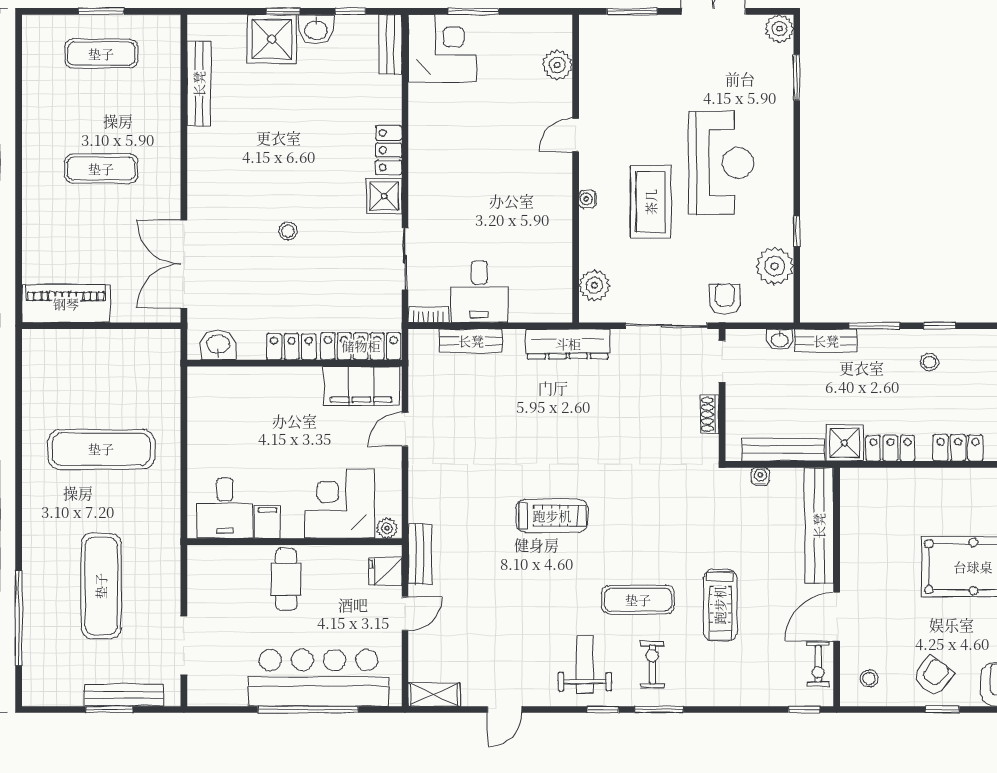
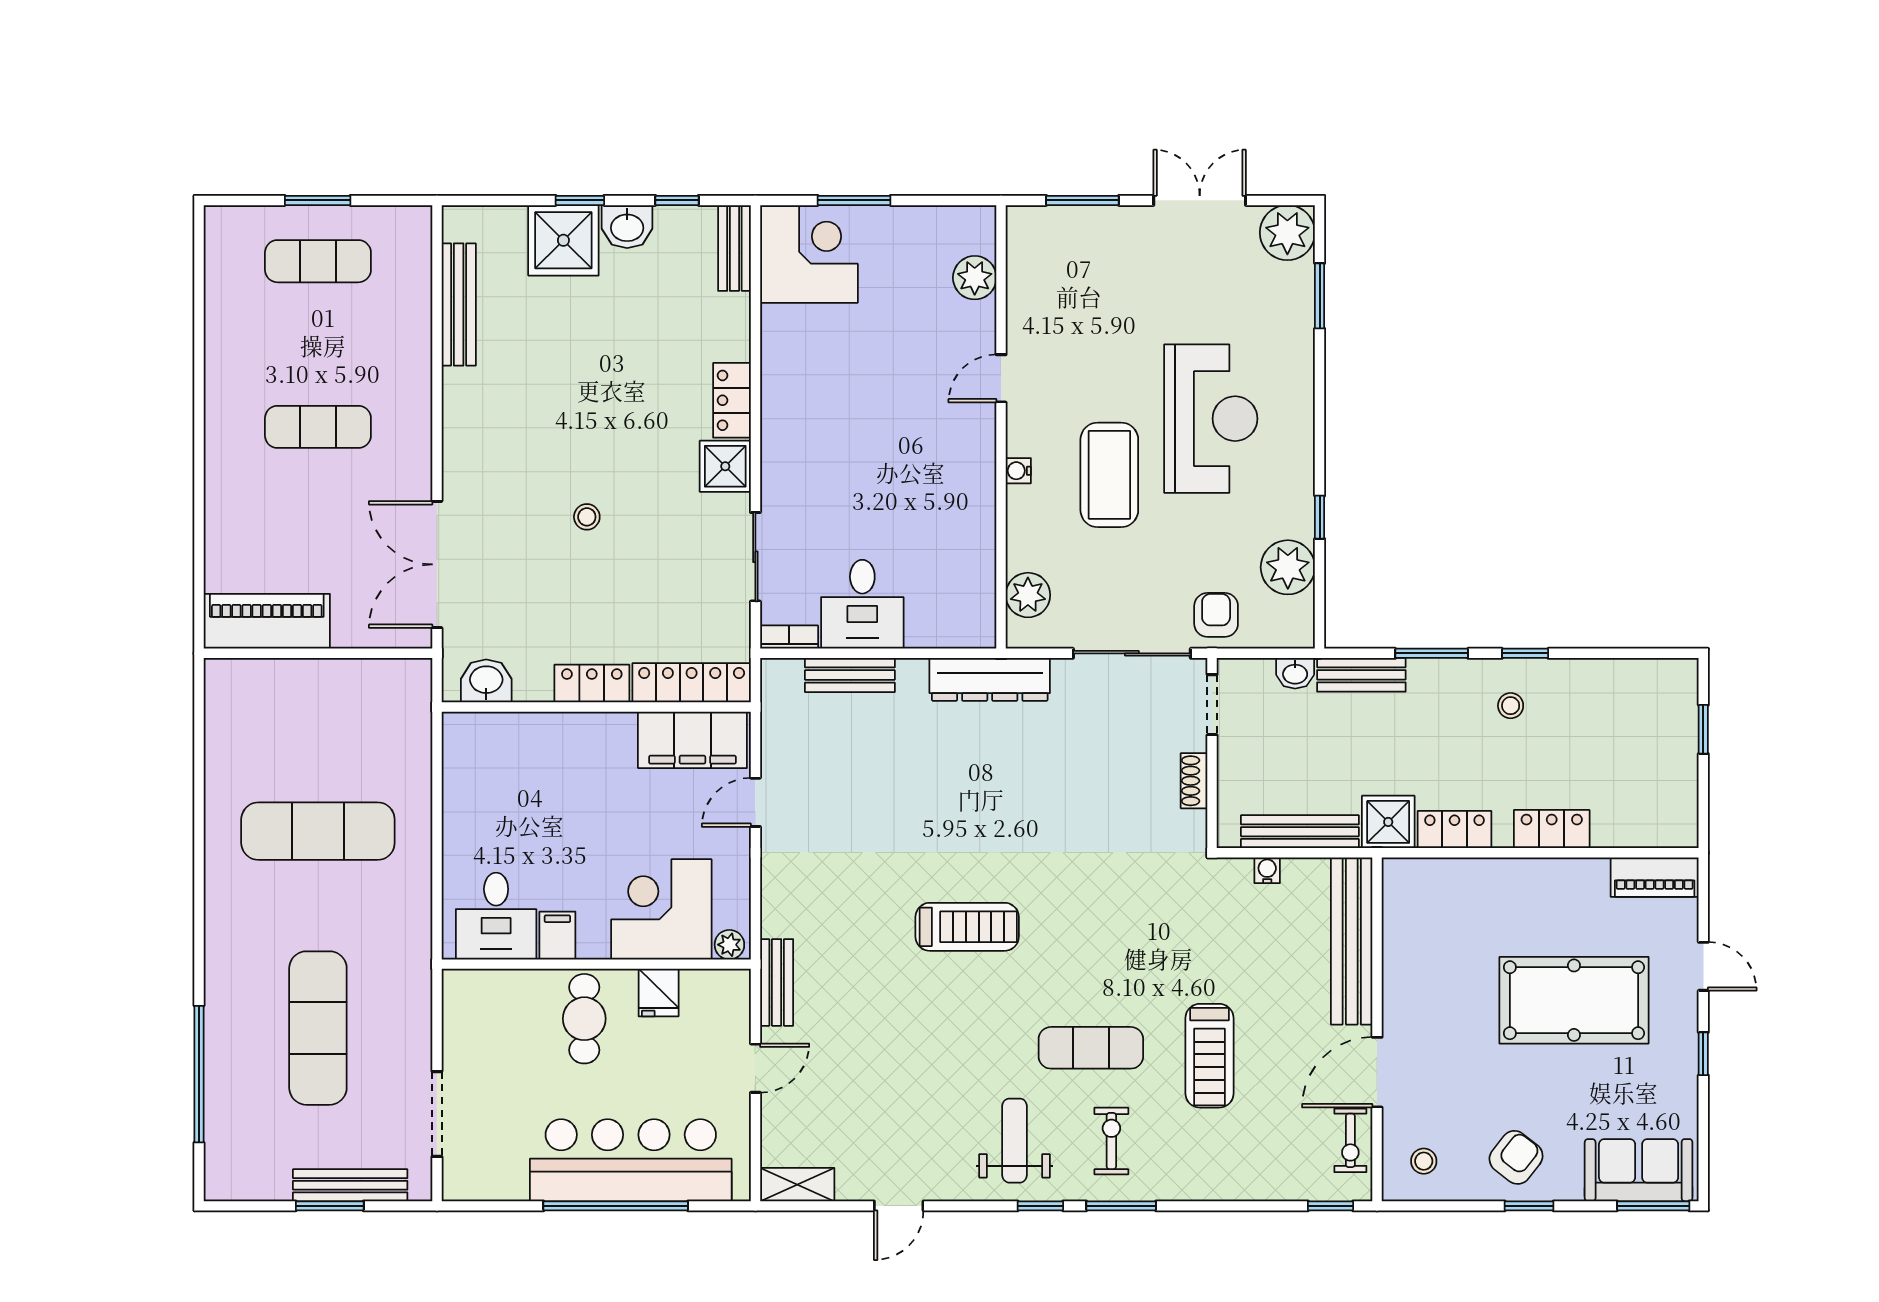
plant: (779, 29) -> (1287, 233), width x1.36, depth x1.36
fridge: (385, 572) -> (659, 993), moved, turned -90

